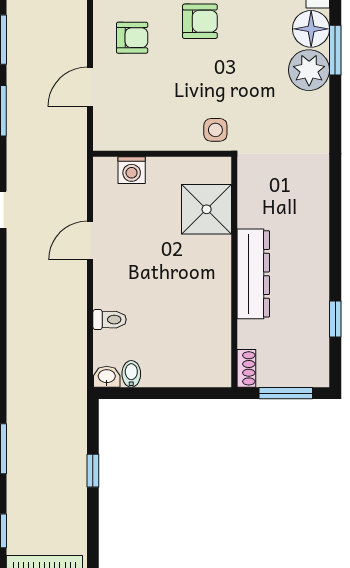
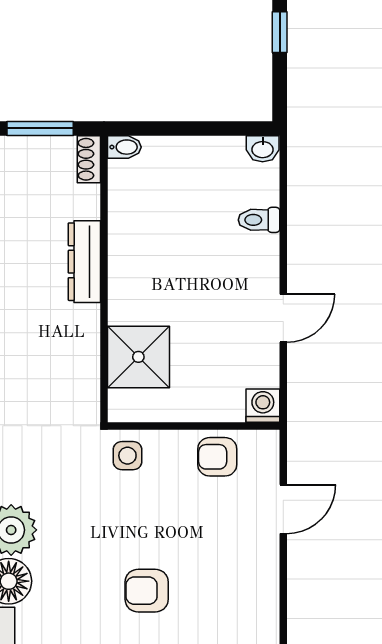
armchair: (132, 38) -> (217, 457), moved
washing machine: (132, 170) -> (263, 406), moved
dresser: (253, 274) -> (84, 262), width x0.73, depth x0.80
bidet: (131, 374) -> (124, 147), moved, turned -90

